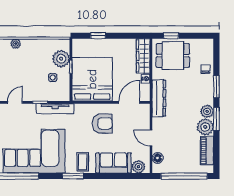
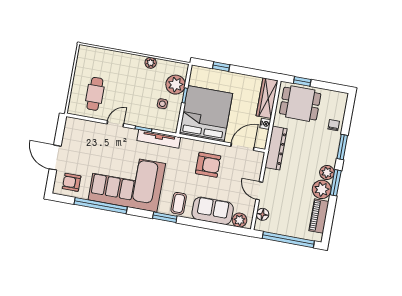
plant: (16, 44) -> (151, 63), moved

